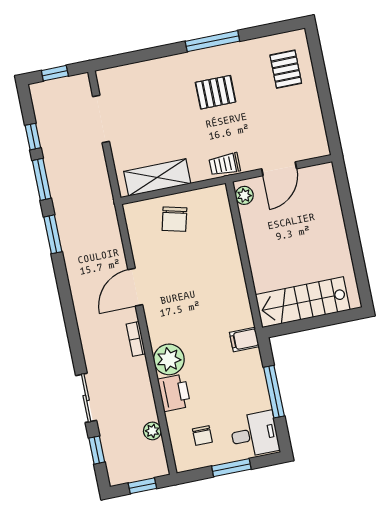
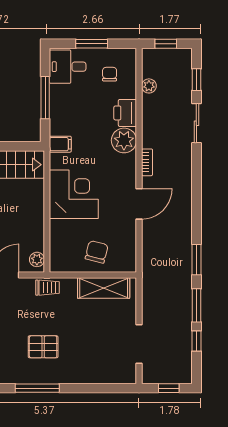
corner desk: (216, 283) -> (74, 194), added

